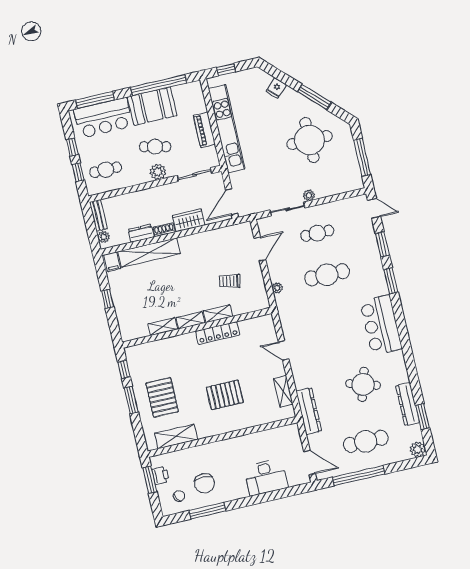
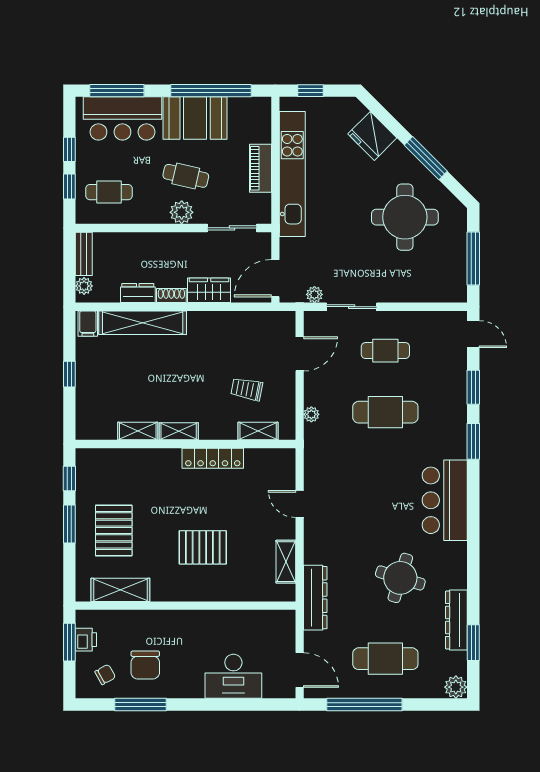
fridge: (276, 88) -> (372, 136), width x1.88, depth x1.34
plant: (309, 195) -> (314, 294), moved
shelving: (218, 314) -> (258, 431), moved

